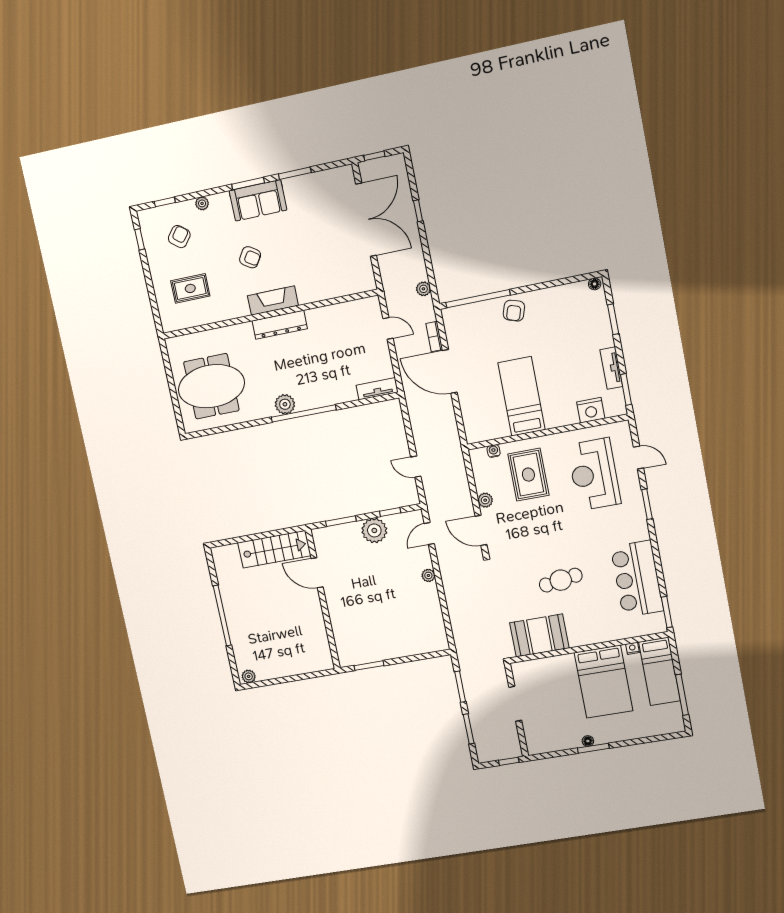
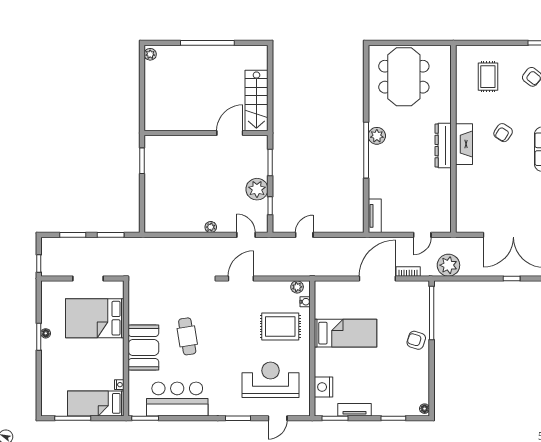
plant: (423, 289) -> (448, 265), width x1.87, depth x1.87
plant: (485, 500) -> (297, 287), moved
booth: (539, 635) -> (143, 348), moved
bed: (604, 682) -> (95, 318), moved

